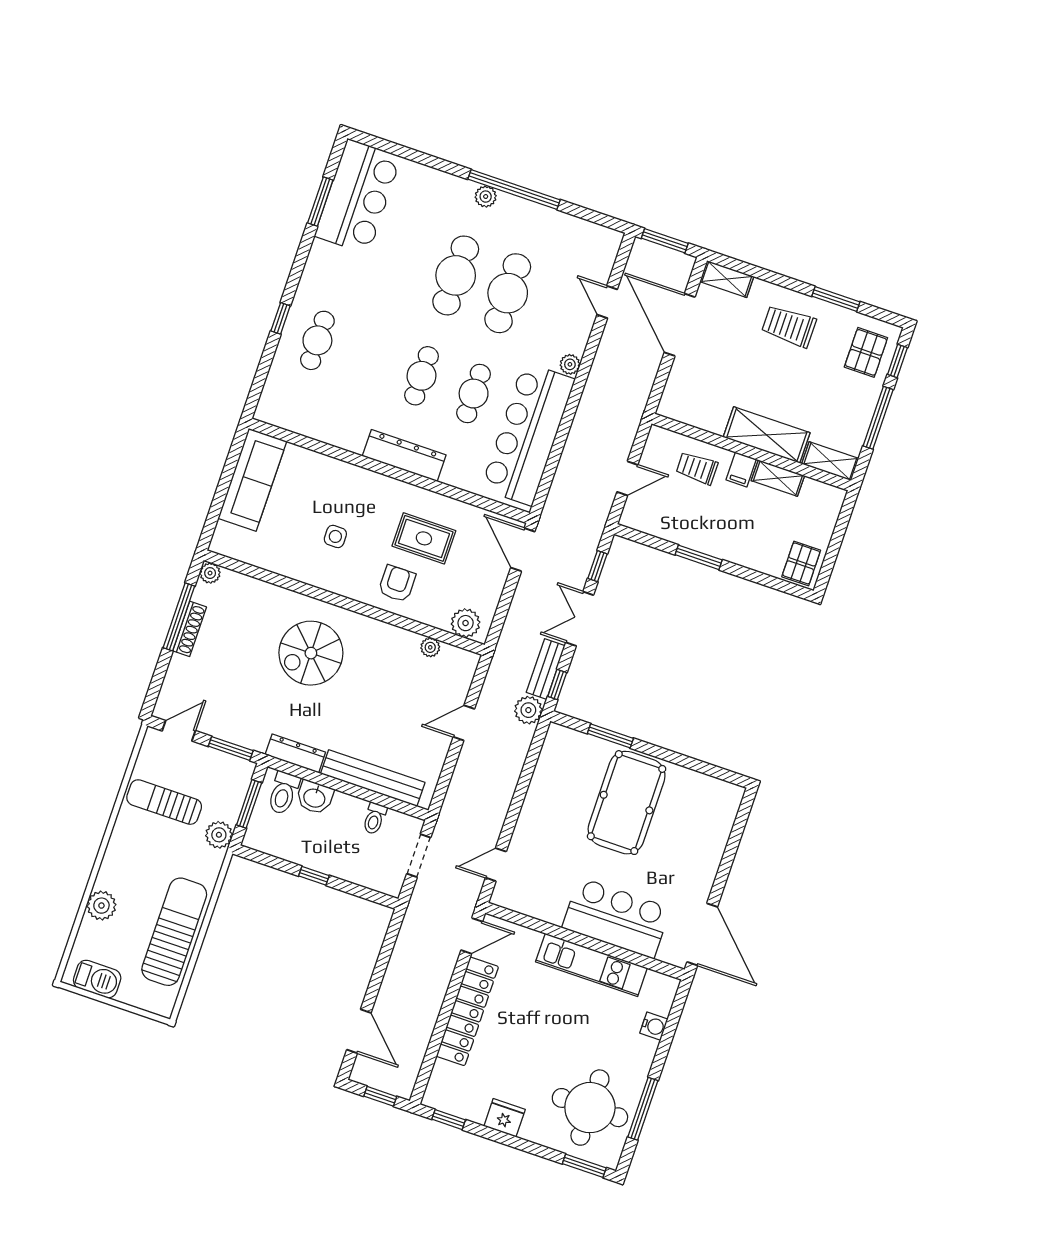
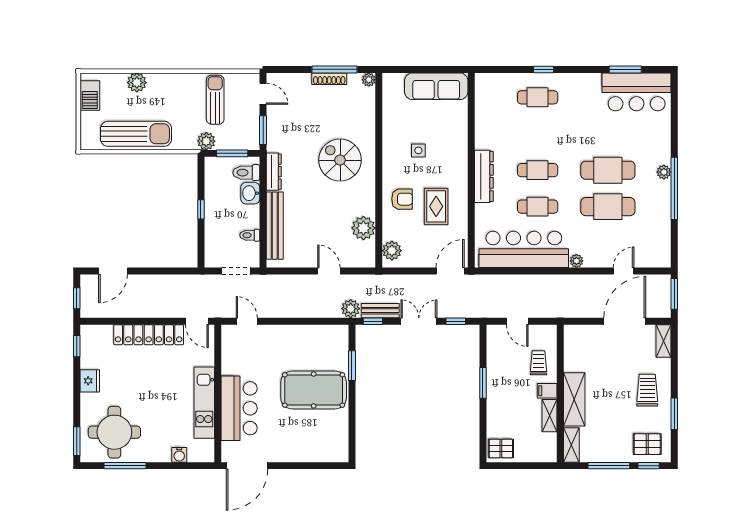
plant: (430, 647) -> (363, 228), width x1.88, depth x1.88

